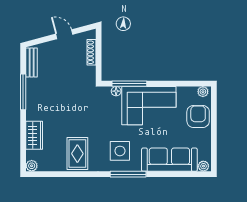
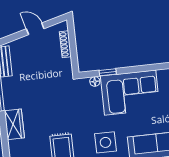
window: (129, 84) -> (108, 72), width x0.46
wardrobe: (34, 135) -> (14, 124), moved

